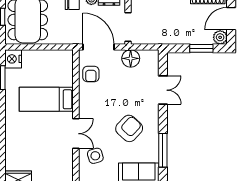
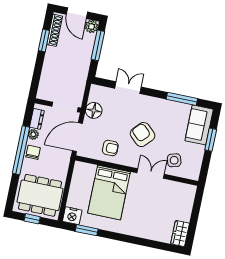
window: (201, 48) -> (98, 45), width x1.44
armchair: (91, 74) -> (110, 148), moved
bed: (46, 99) -> (109, 193), width x1.50
armchair: (129, 128) -> (143, 135), moved

